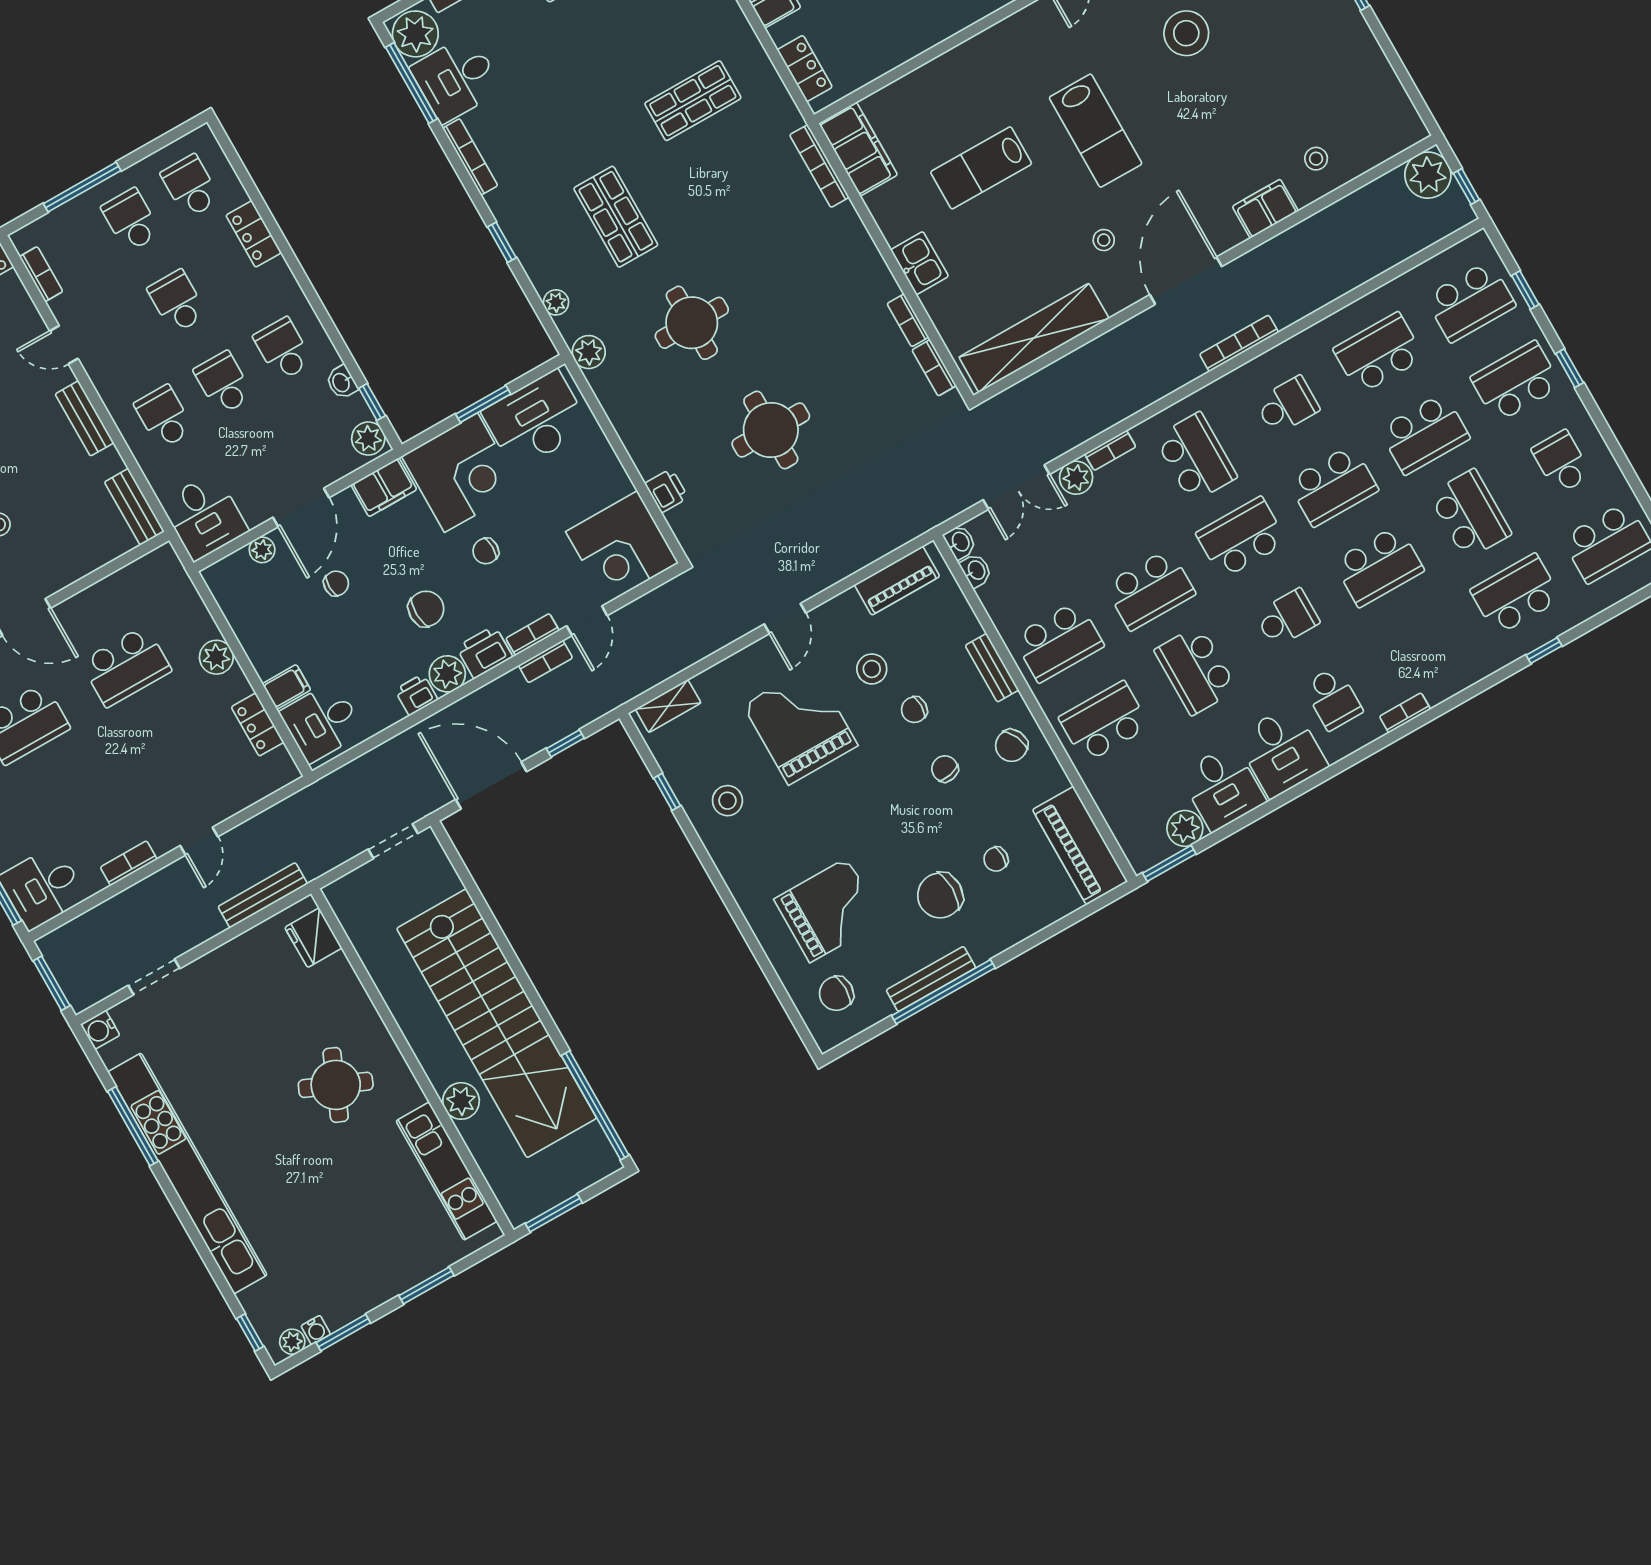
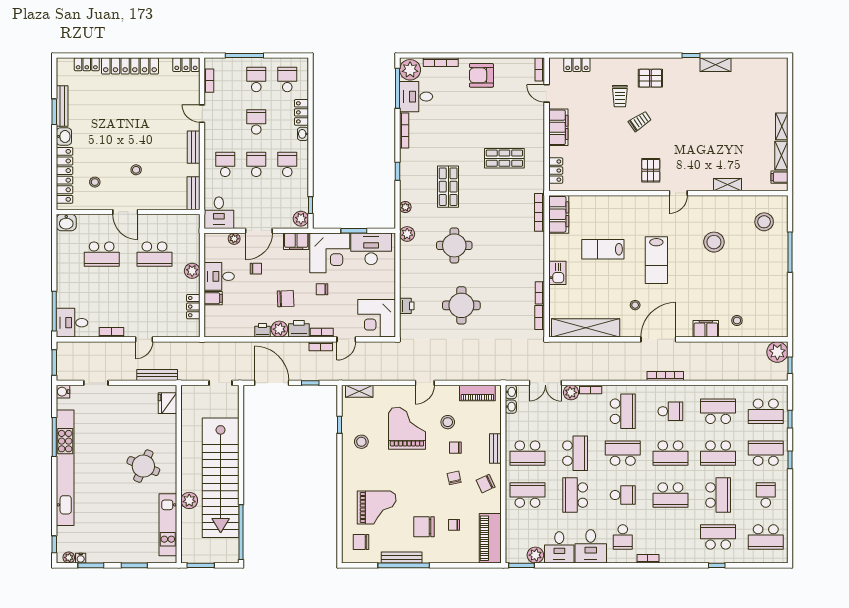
washbasin: (342, 382) -> (303, 134), moved
school desk: (1150, 590) -> (575, 453), turned -90
desk: (322, 722) -> (219, 276), moved

